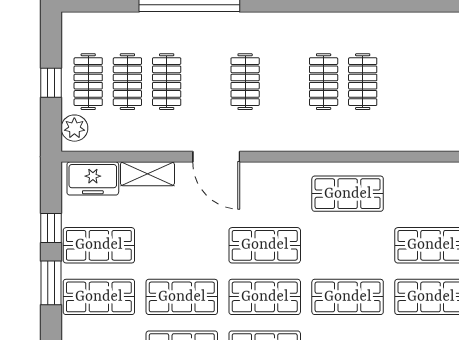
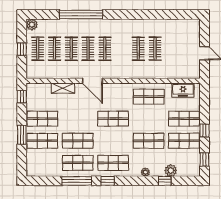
clothes rail: (206, 82) -> (88, 49), added
plant: (74, 128) -> (32, 25), moved
freezer: (93, 178) -> (183, 90), moved
window: (51, 228) -> (22, 97), moved
shop shelf: (265, 297) -> (113, 141), removed

